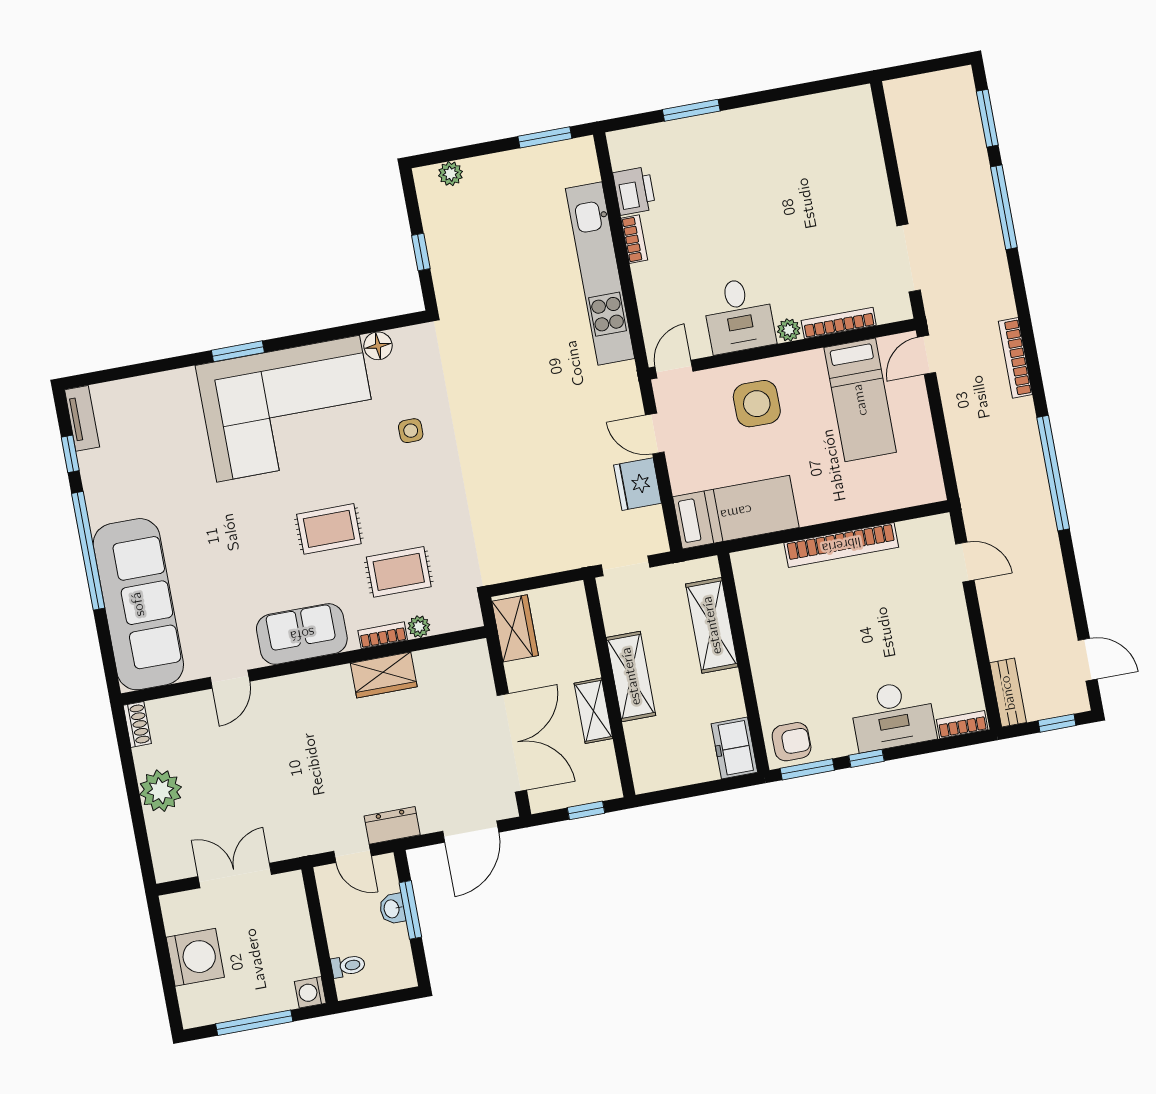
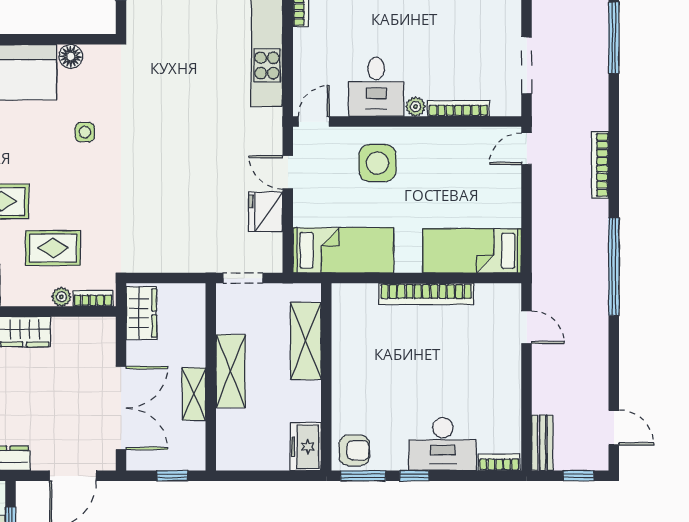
bed: (860, 400) -> (472, 251), moved, turned 90
bookcase: (383, 635) -> (93, 298), moved

